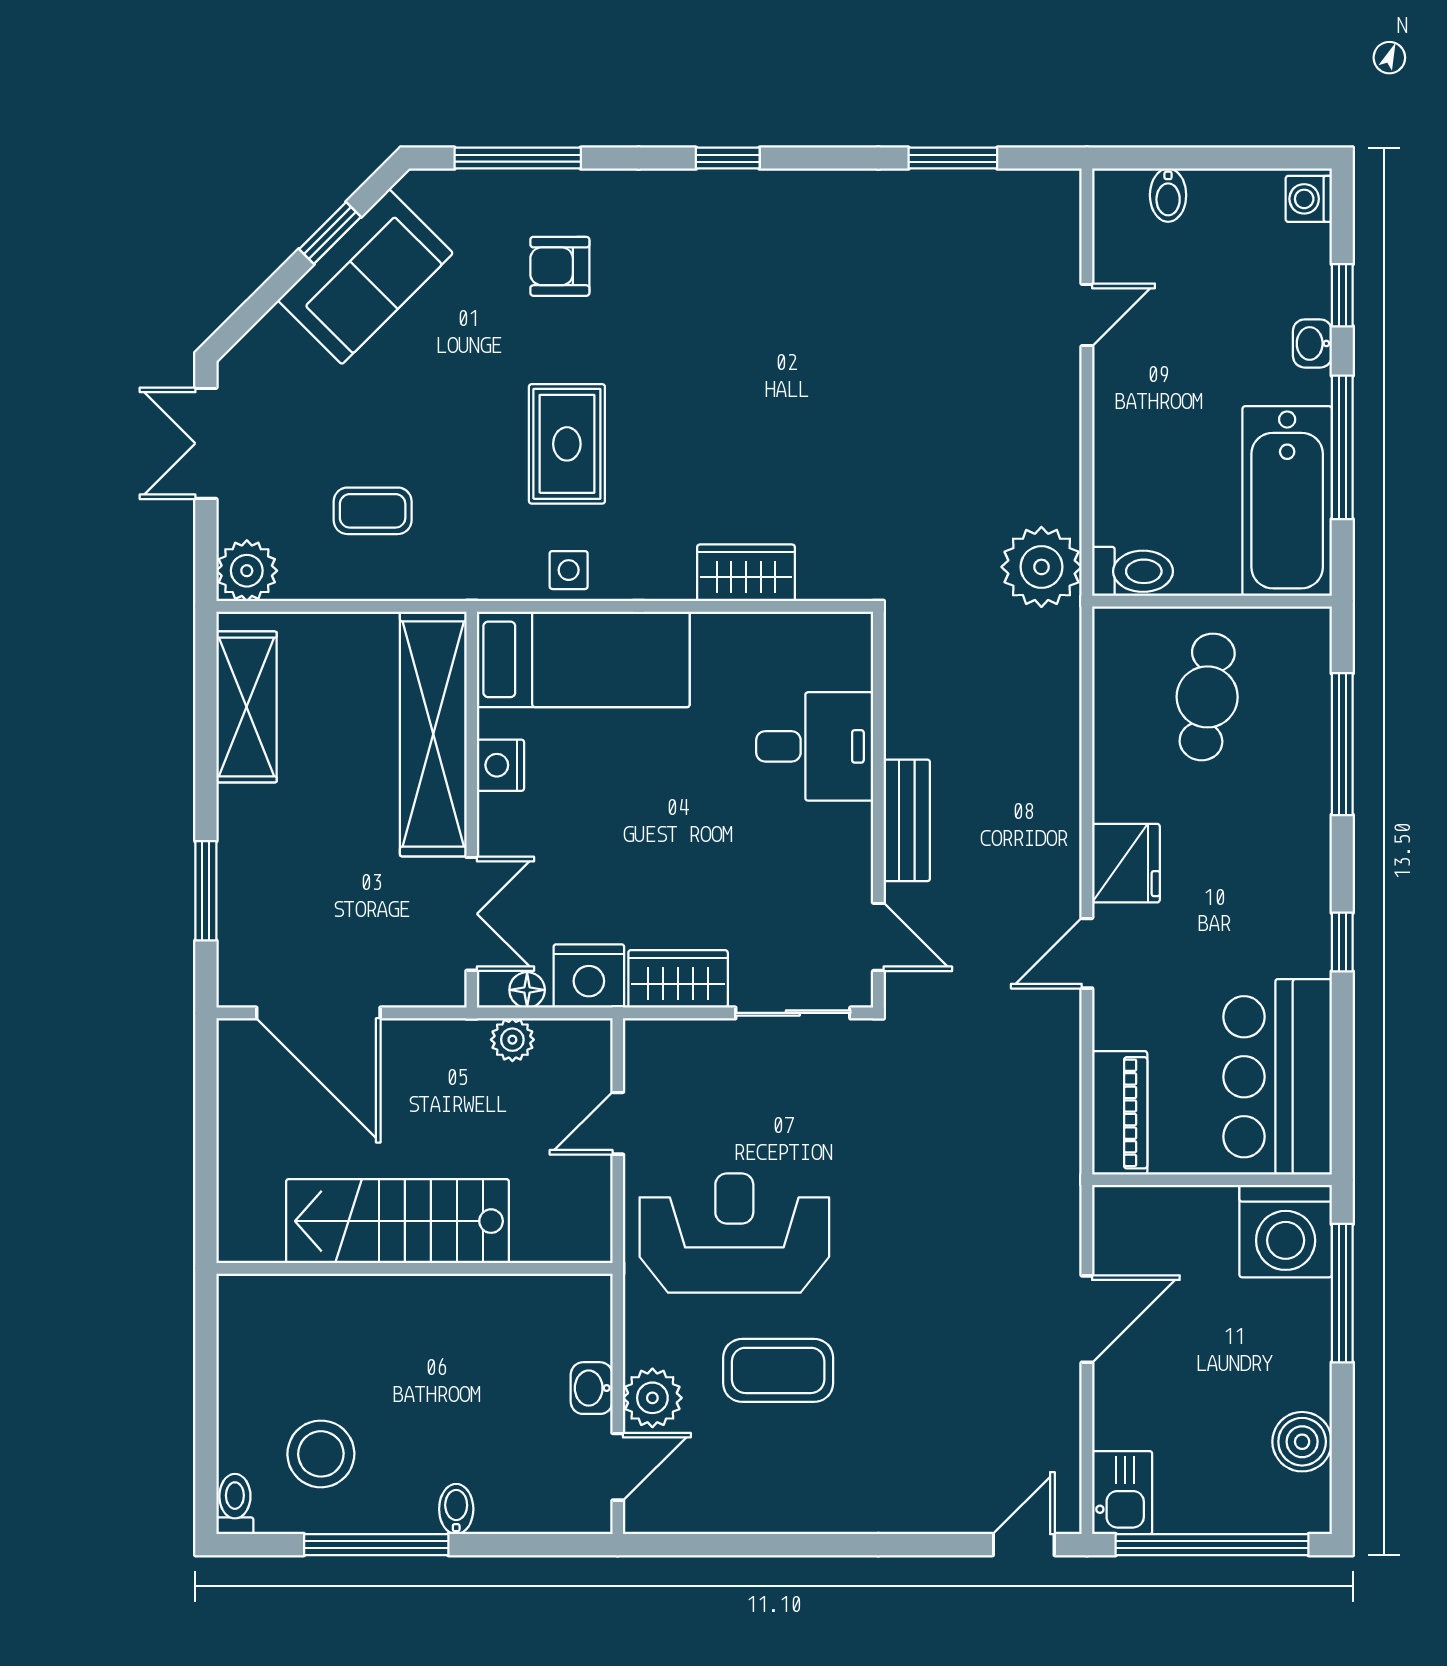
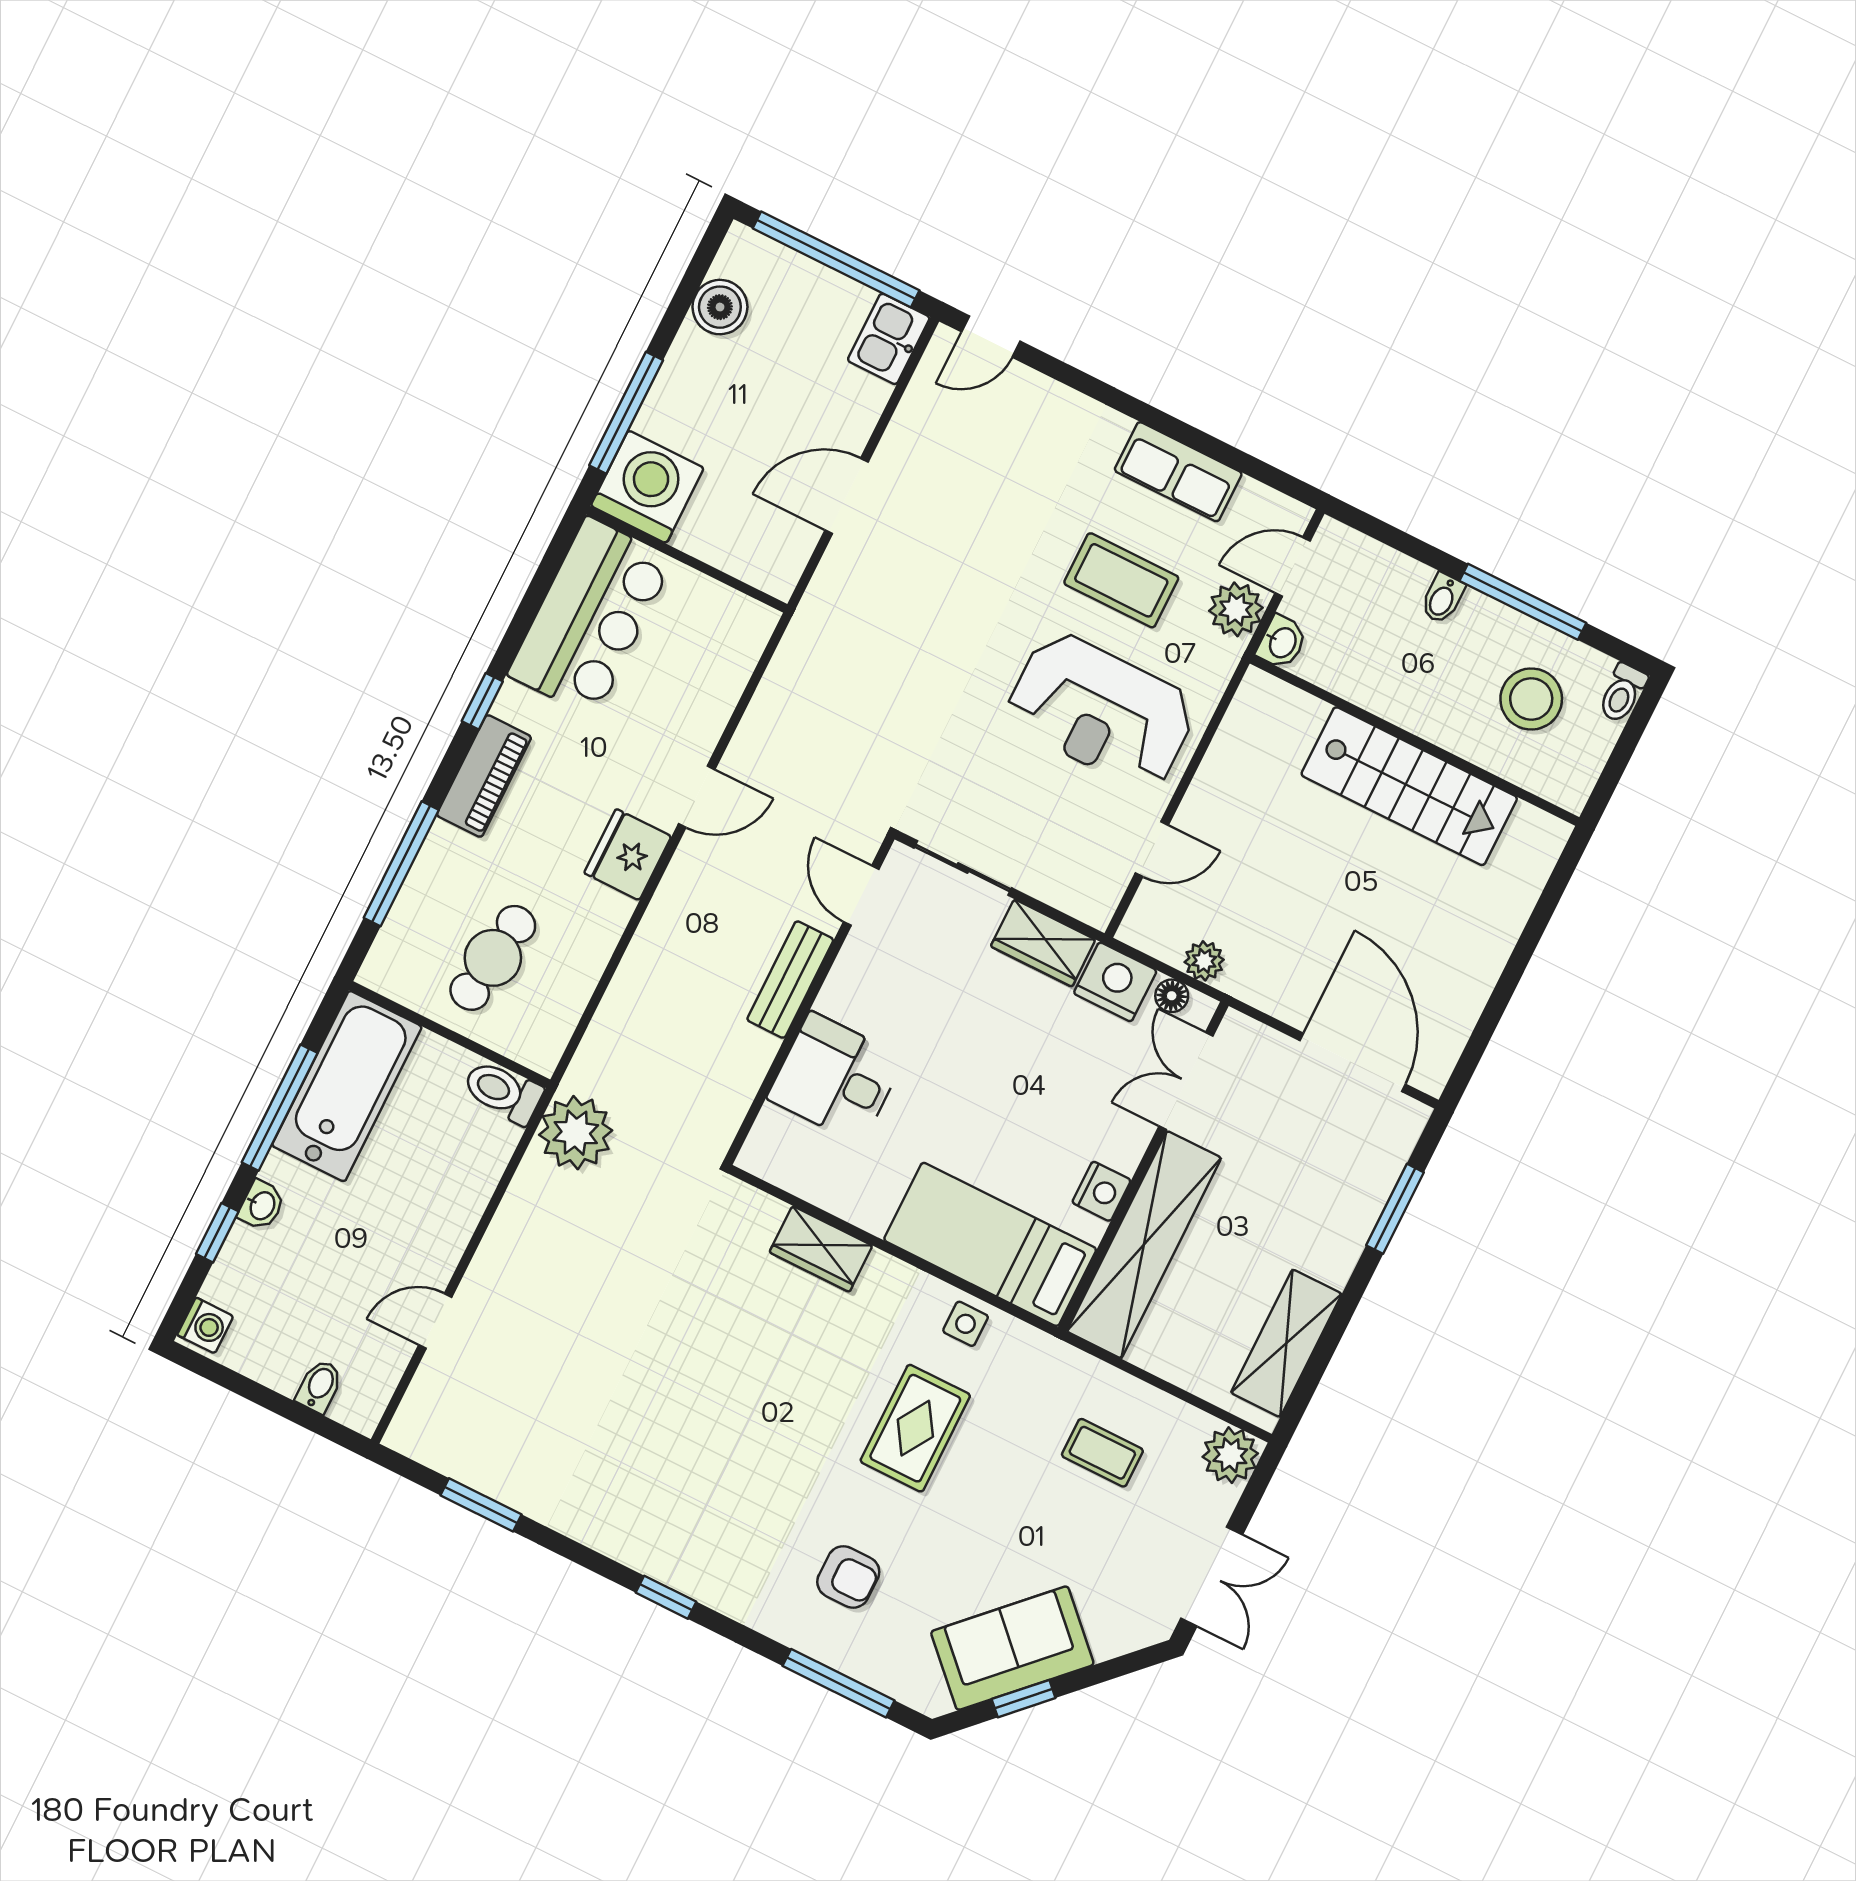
piano: (1120, 1113) -> (484, 776), moved, turned 180
stairs: (397, 1221) -> (1409, 786), moved
wall: (414, 1268) -> (1415, 740), moved
row of seats: (775, 1504) -> (1178, 472), added

